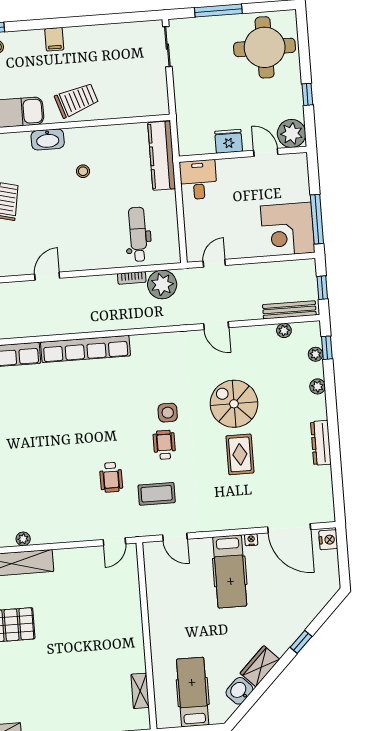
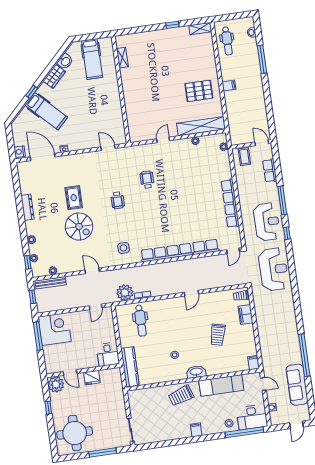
side table: (168, 413) -> (124, 248), moved
coffee table: (157, 494) -> (120, 172), removed
door: (114, 542) -> (163, 140), moved
hospital bed: (230, 571) -> (46, 111), moved, turned 135

